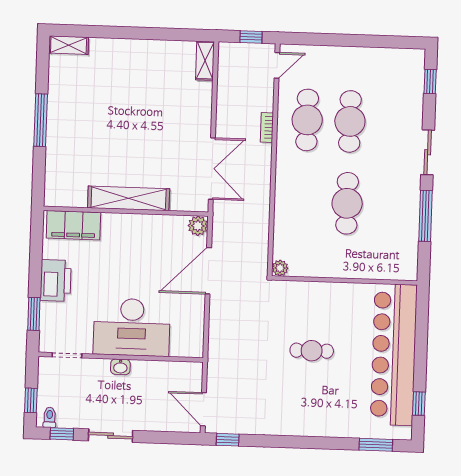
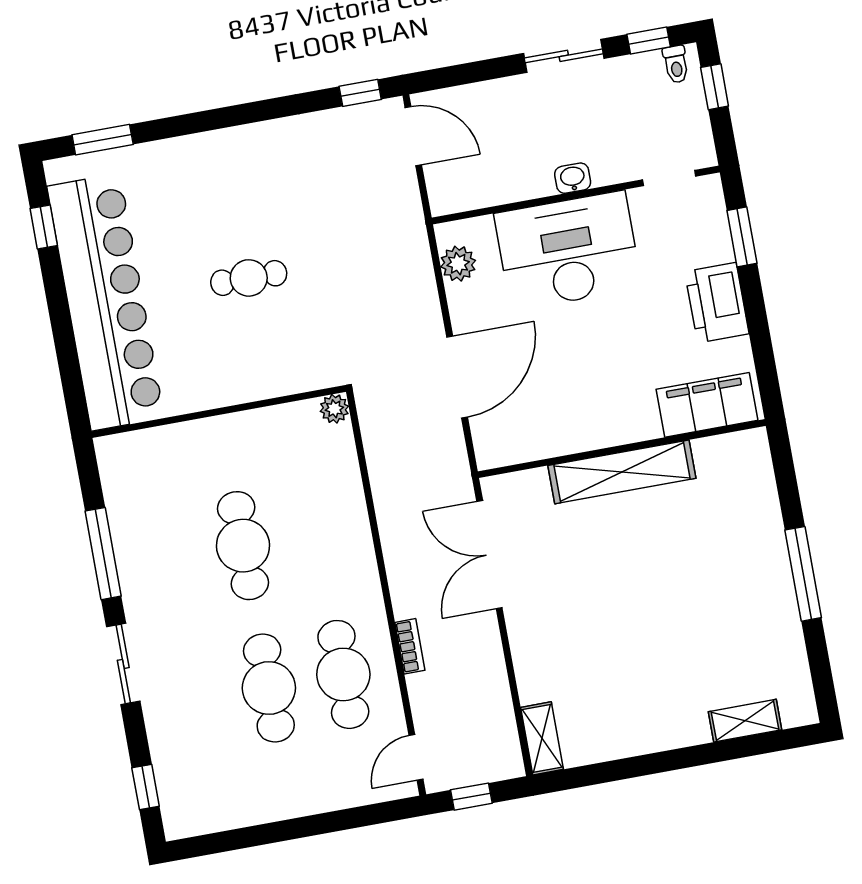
shelving: (69, 45) -> (745, 721), moved
plant: (198, 226) -> (458, 264), moved

